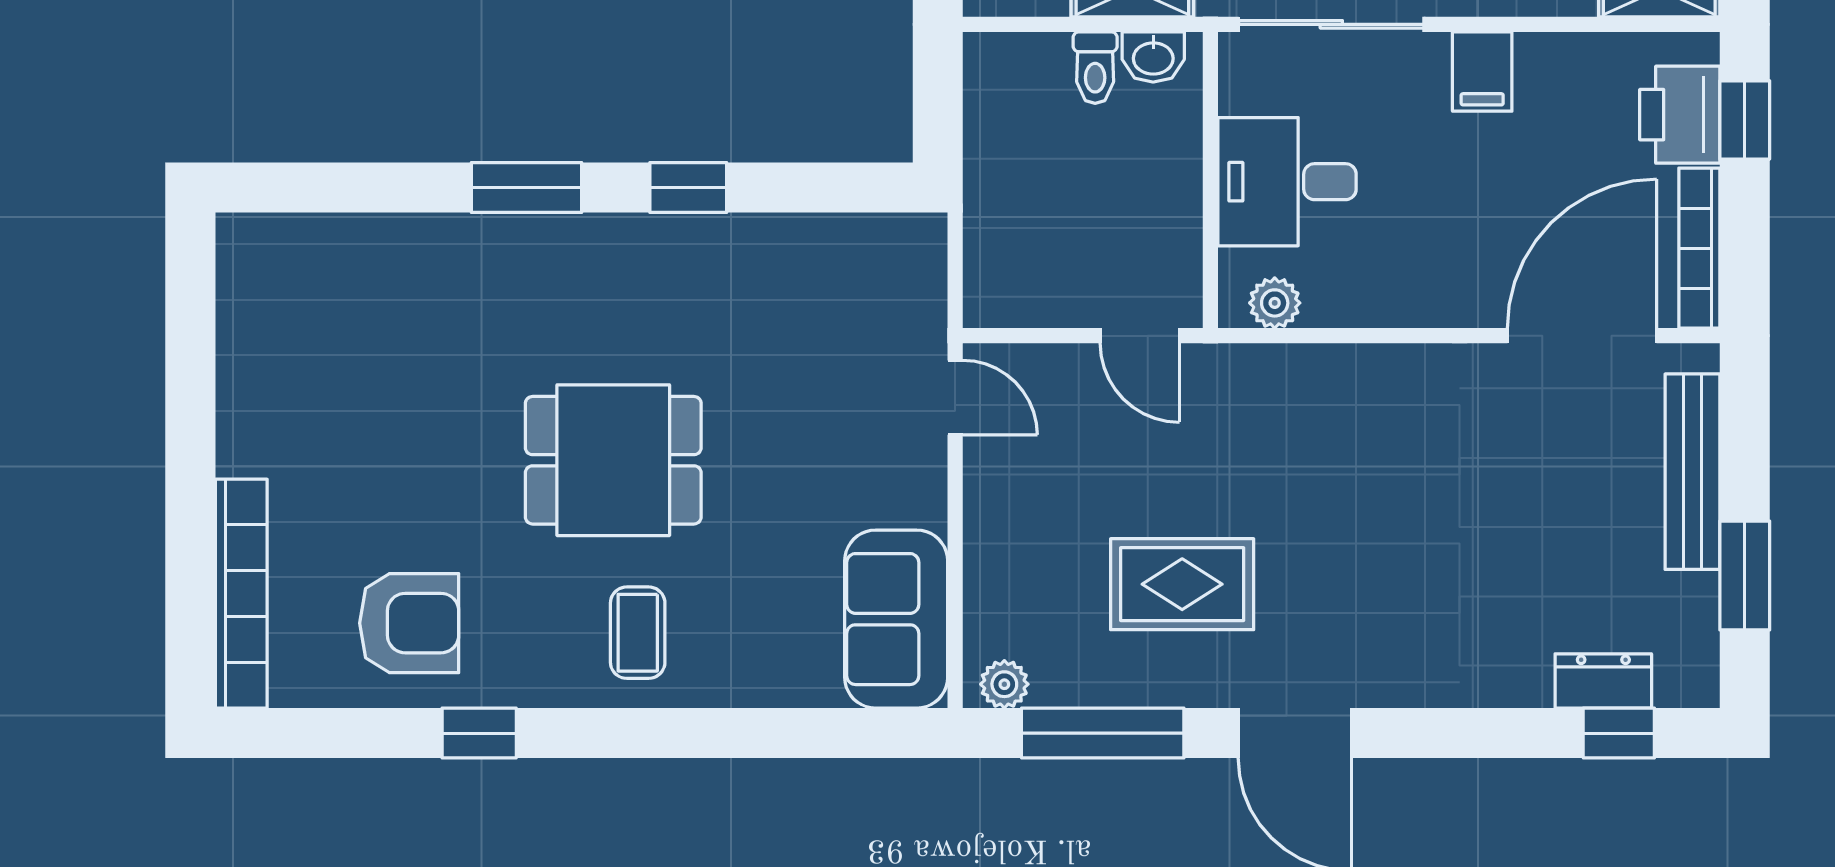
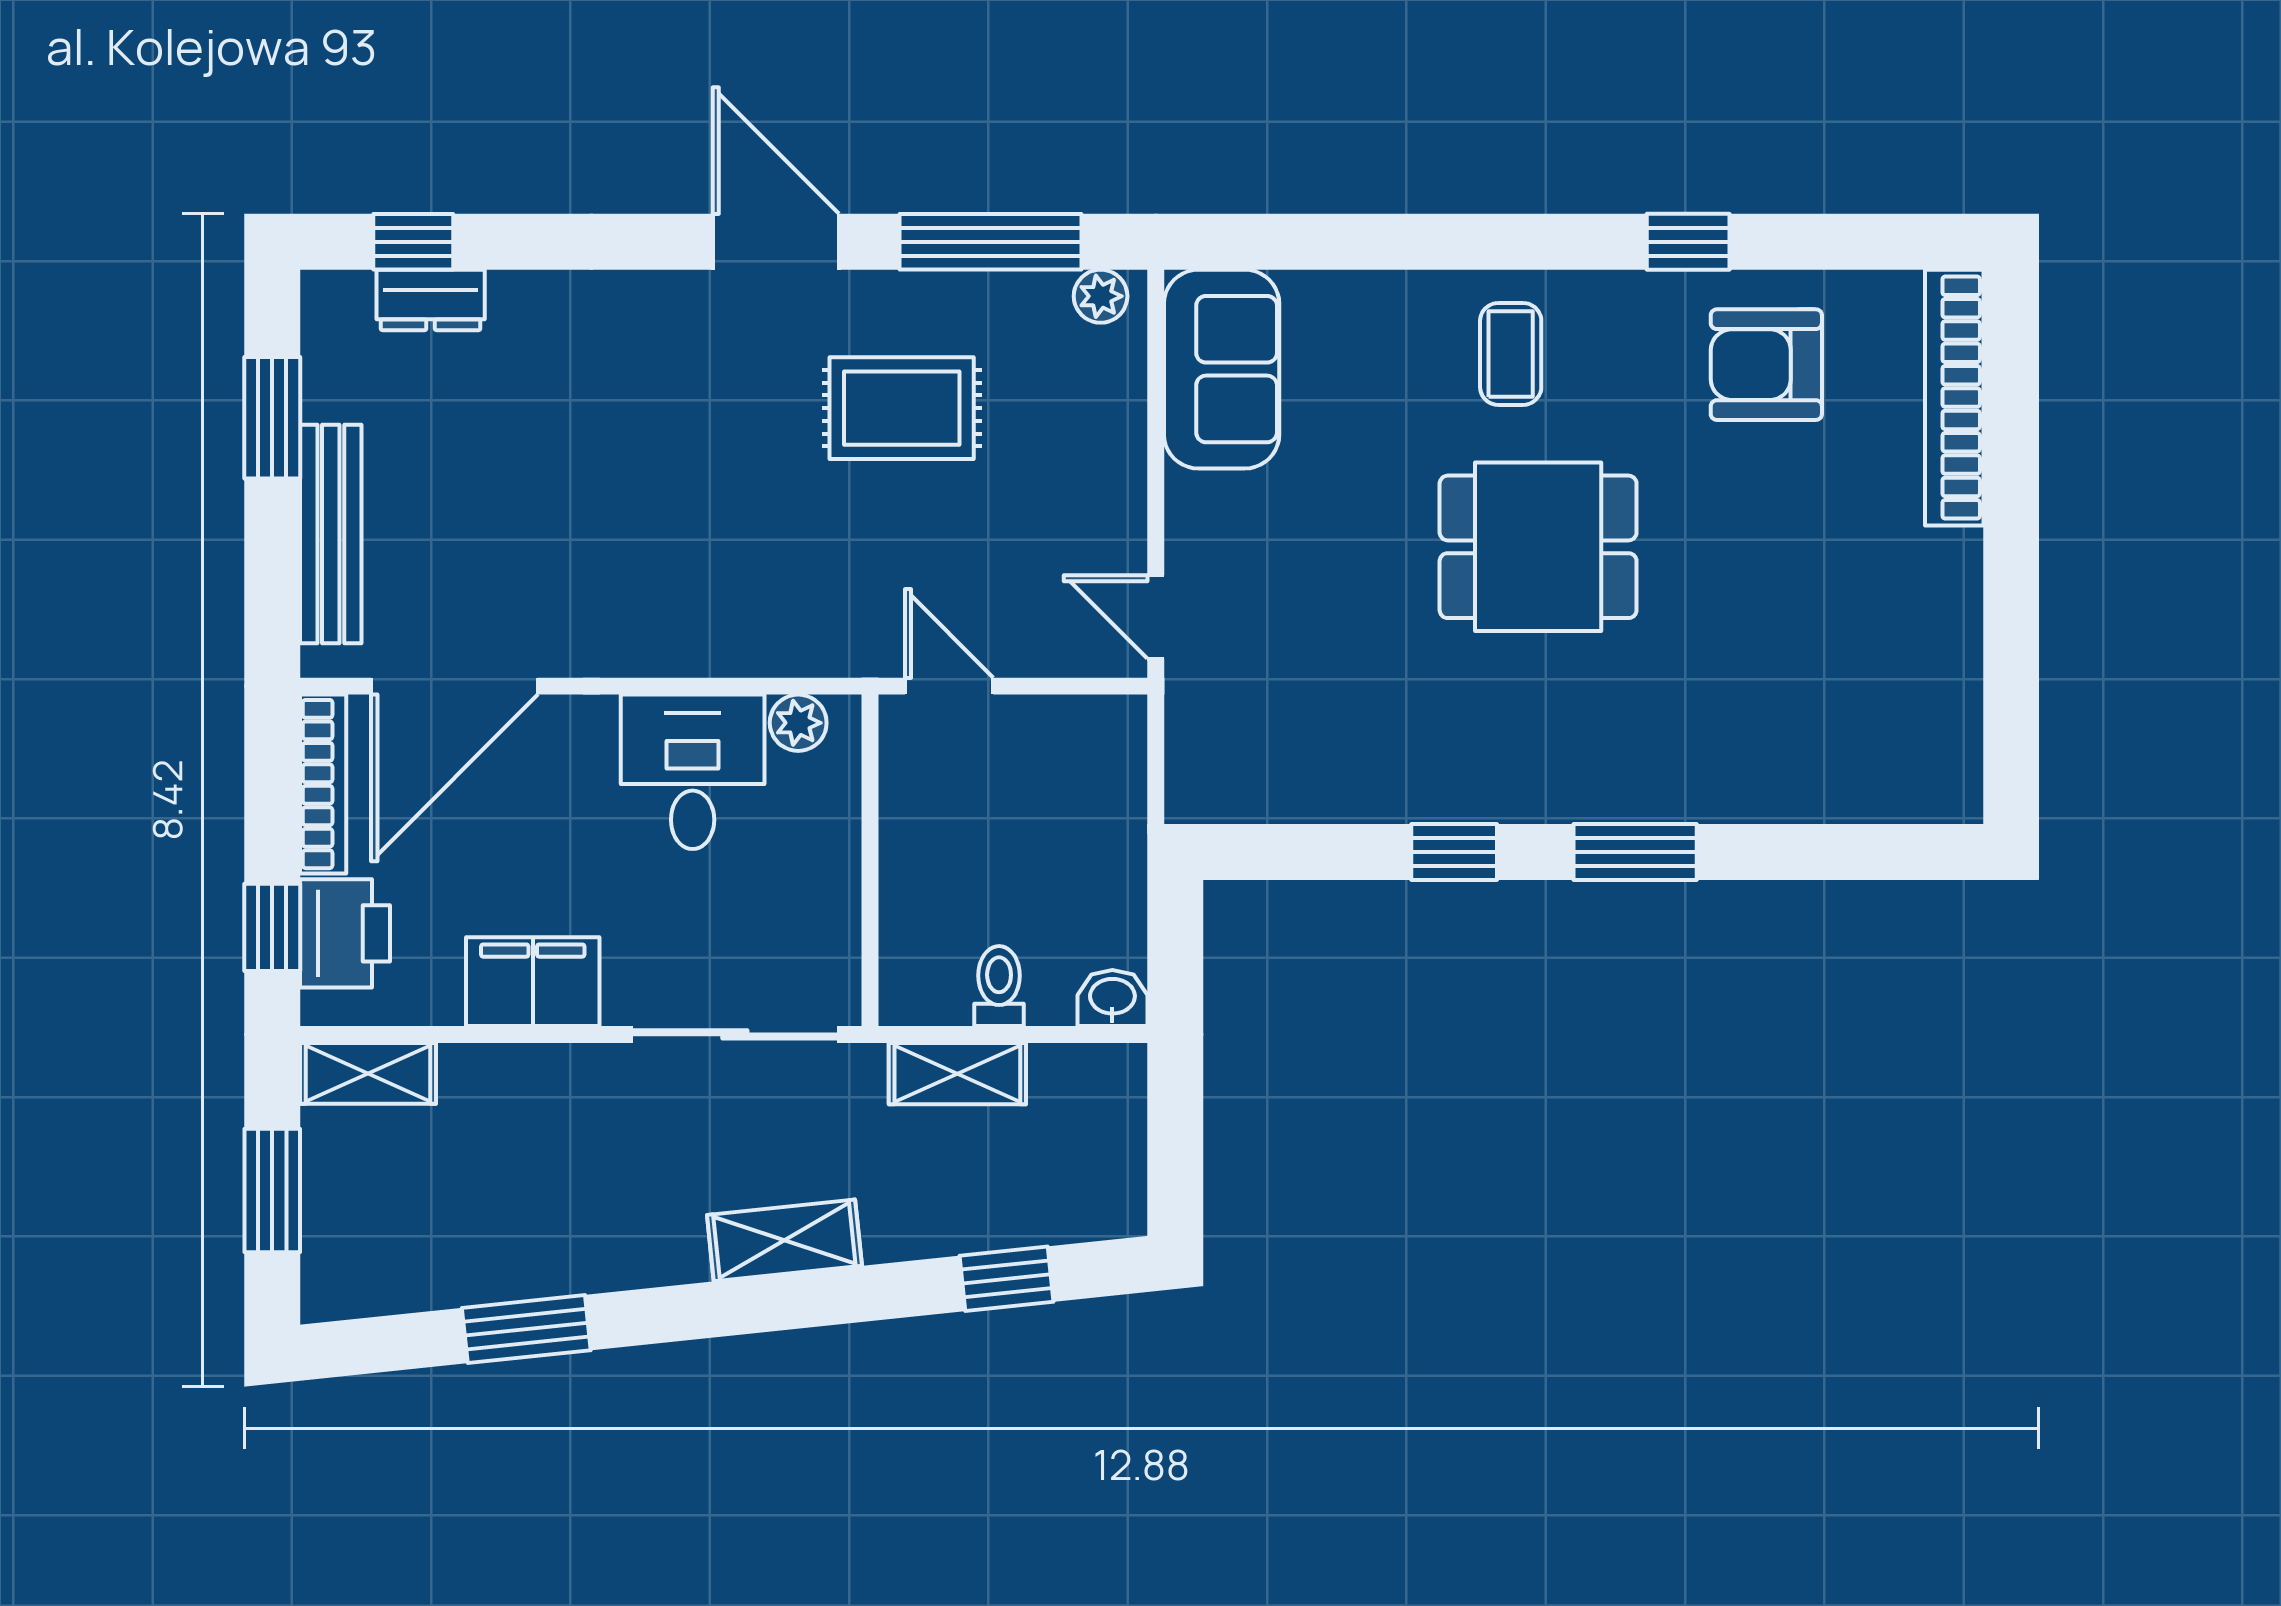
washbasin: (1153, 57) -> (1112, 998), moved
filing cabinet: (1482, 71) -> (533, 982), width x2.00
desk: (1287, 182) -> (693, 772), moved, turned -90

